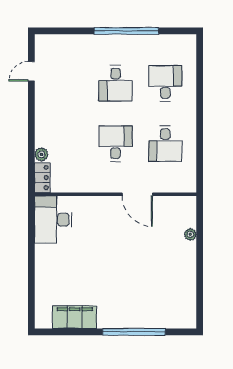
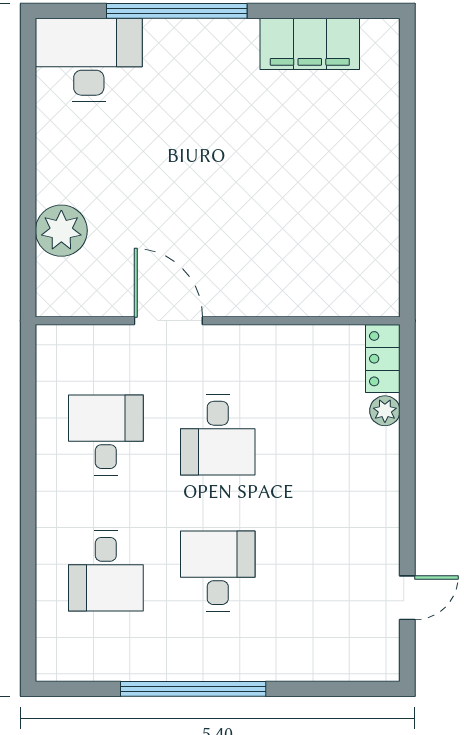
desk: (53, 220) -> (89, 60), moved, turned -90
plant: (190, 234) -> (61, 231), width x1.87, depth x1.87

